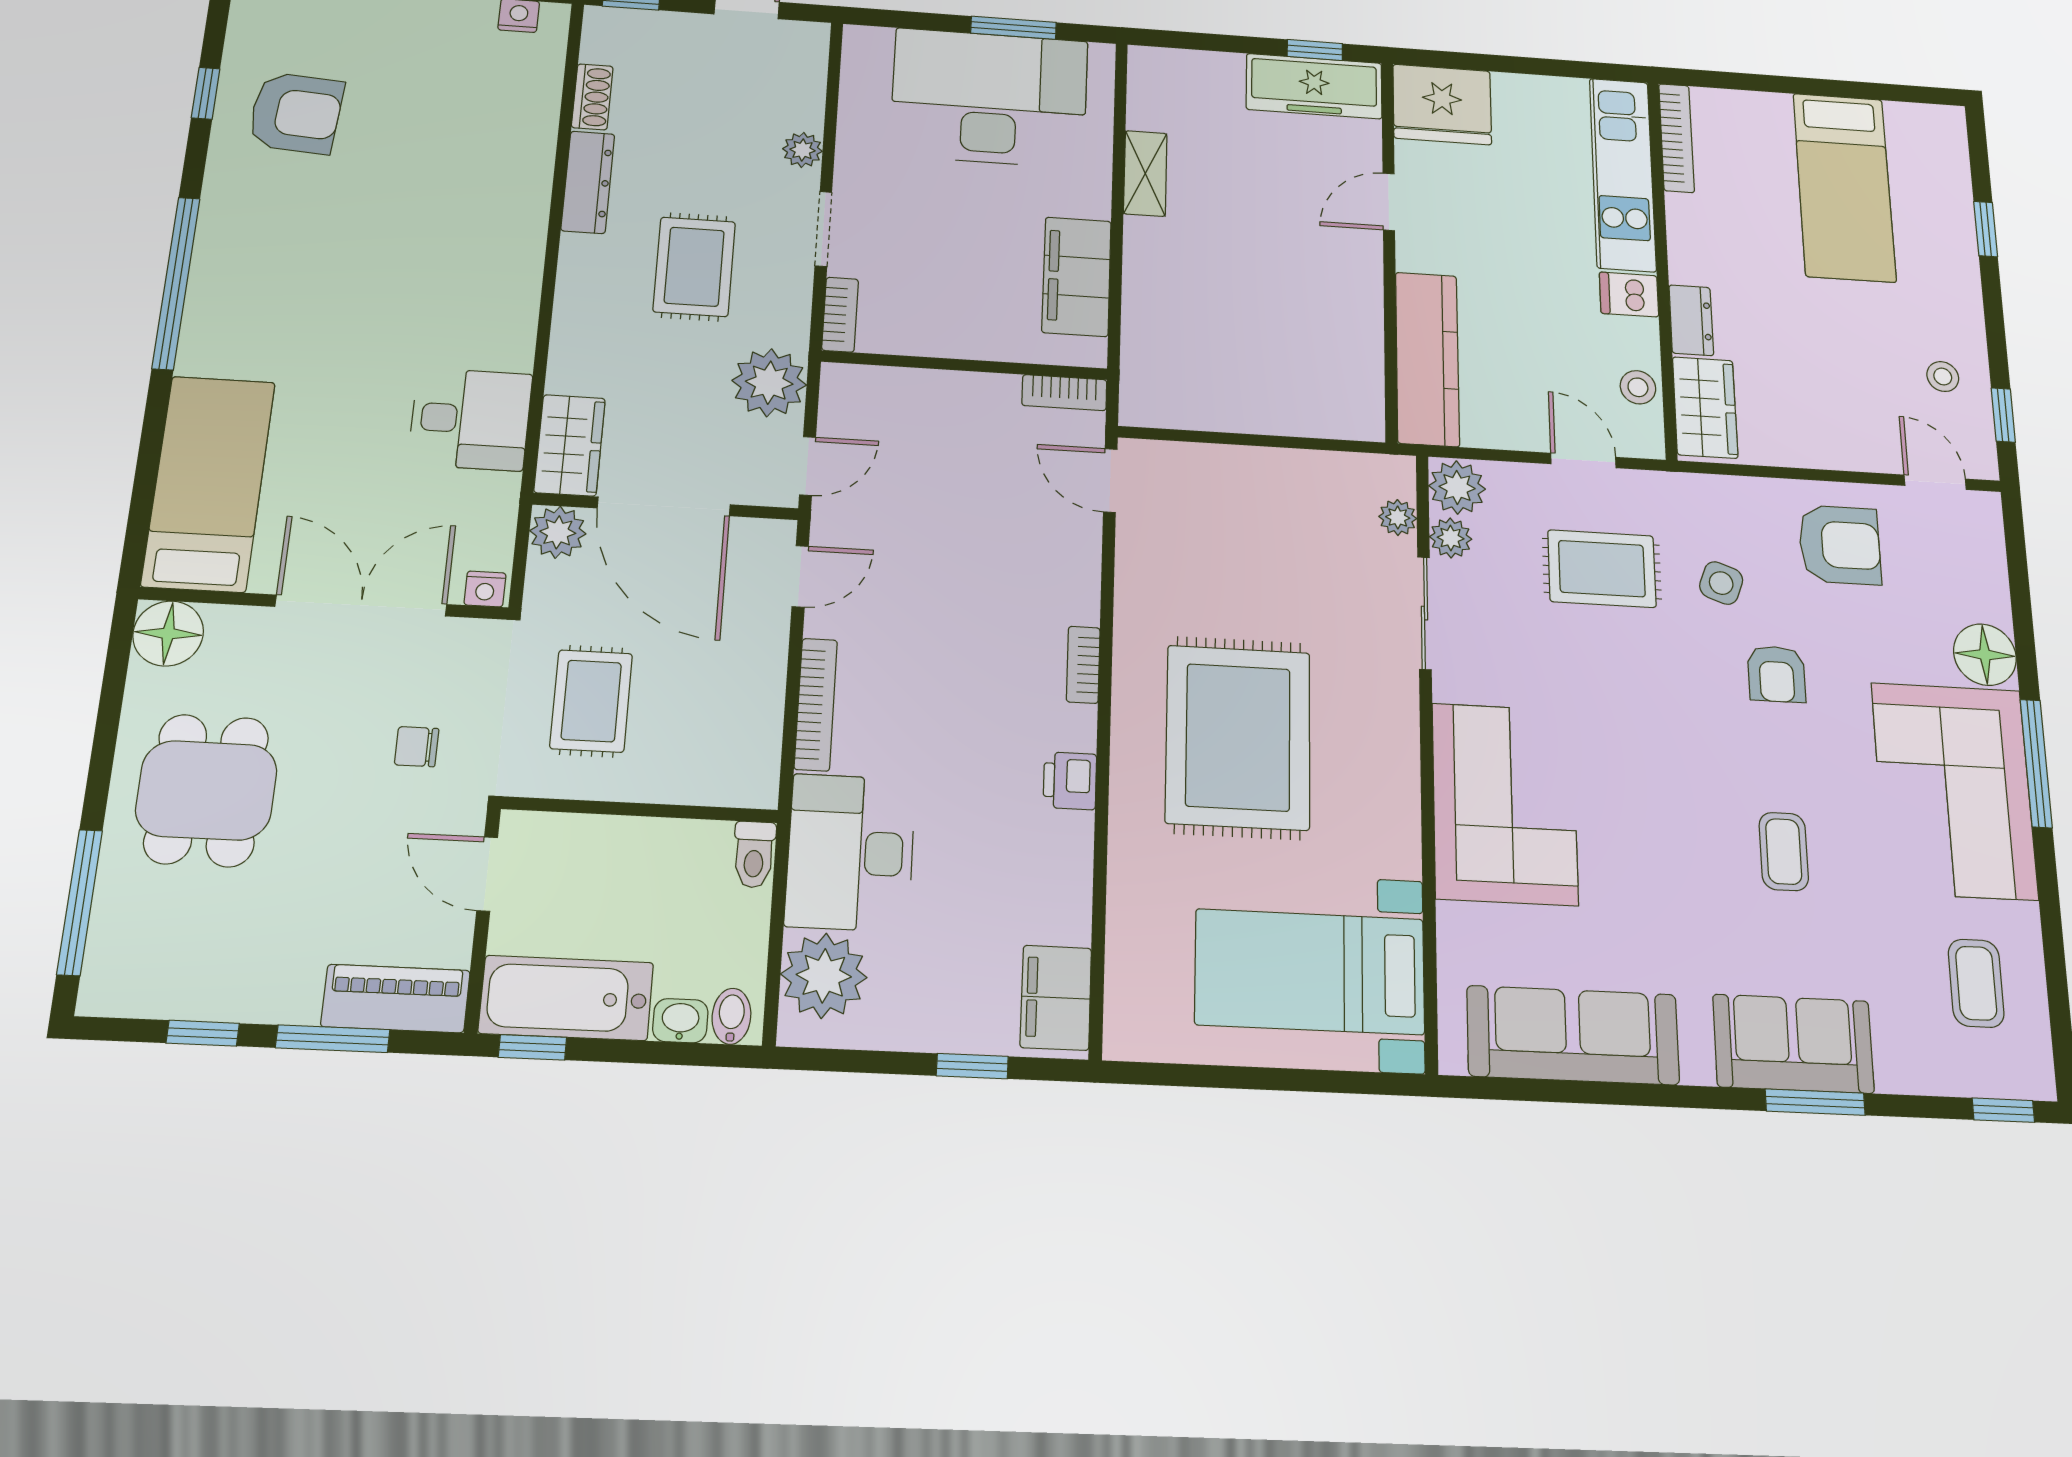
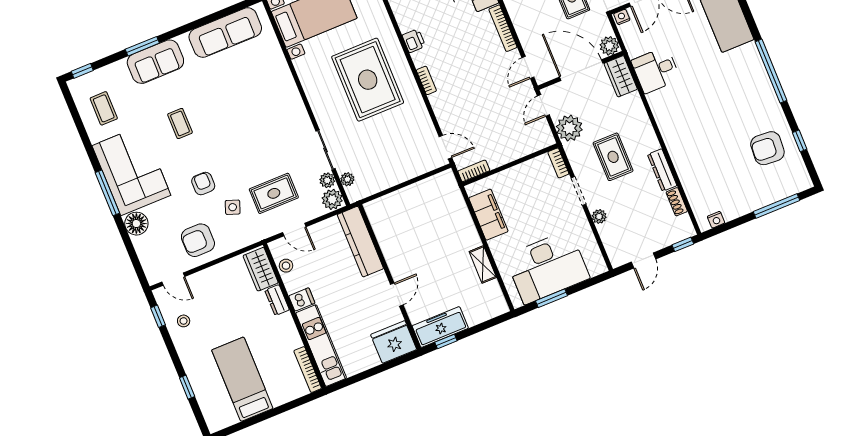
corner sofa: (1505, 804) -> (275, 97), removed

